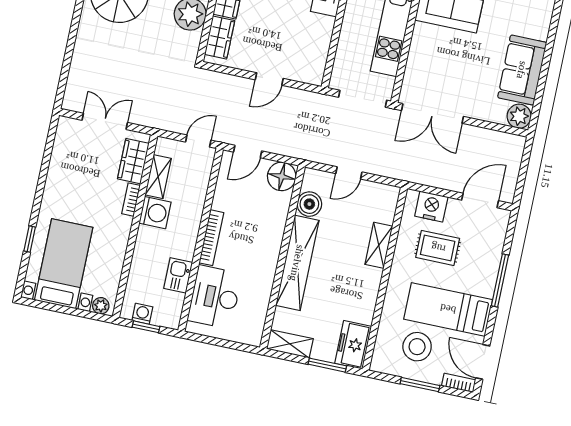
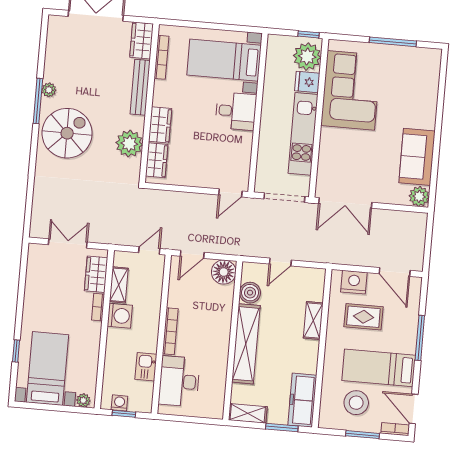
door: (269, 79) -> (230, 193), moved
door: (480, 200) -> (395, 272), swing flipped
freezer: (353, 345) -> (302, 400), width x1.40

